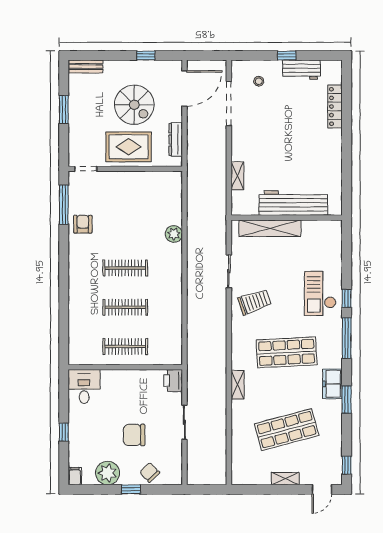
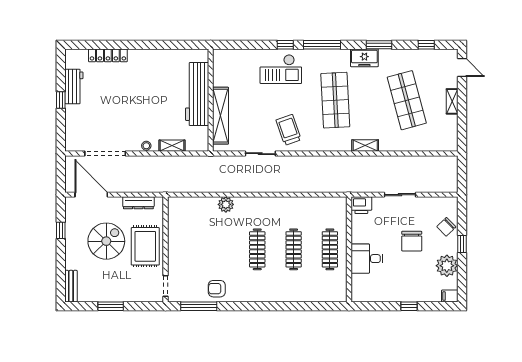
stool: (259, 81) -> (146, 146), moved
desk: (84, 387) -> (367, 259), moved
window: (347, 465) -> (426, 45), moved

